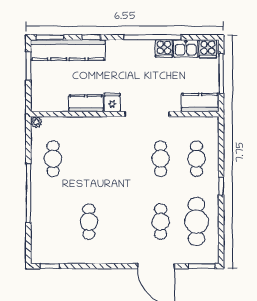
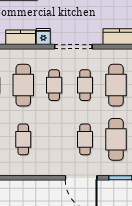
cafe table: (89, 159) -> (23, 85), added
cafe table: (125, 159) -> (54, 85), added
cafe table: (196, 159) -> (116, 85), width x1.37, depth x1.35

